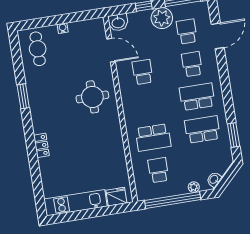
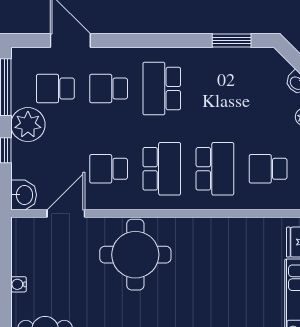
round table: (92, 97) -> (135, 255), width x1.36, depth x1.36
school desk: (202, 130) -> (162, 169), moved, turned 180

